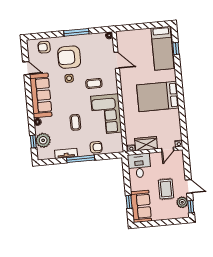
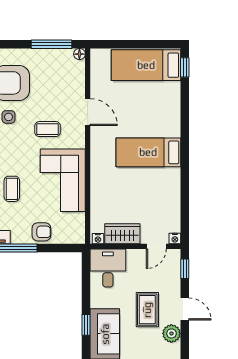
window: (76, 32) -> (51, 44), moved
bed: (162, 48) -> (146, 65), moved, turned 90
window: (176, 48) -> (185, 67), moved
door: (117, 60) -> (88, 112), moved
bed: (158, 96) -> (148, 152), width x0.67
window: (191, 207) -> (185, 269), moved

